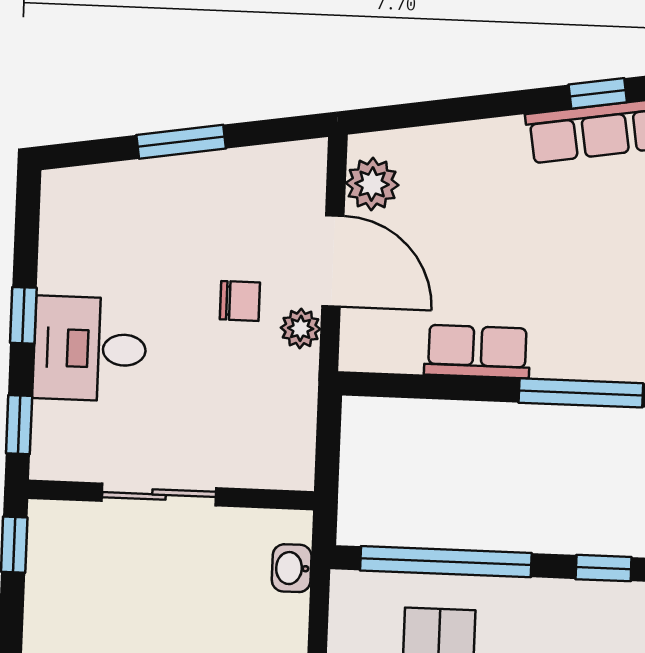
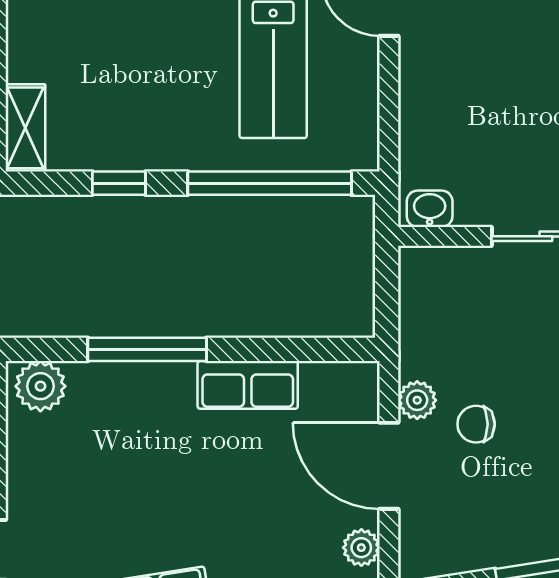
plant: (372, 184) -> (361, 548), width x0.73, depth x0.73
washbasin: (292, 568) -> (430, 209), moved, turned -90

